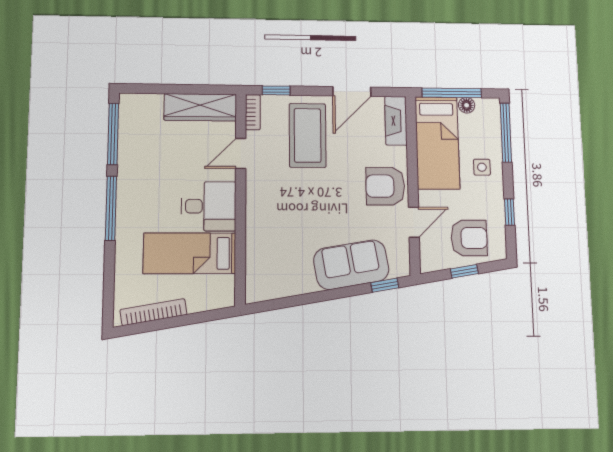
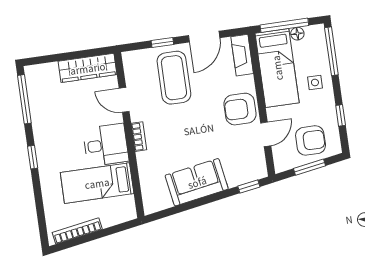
window: (276, 90) -> (162, 43), moved
bookcase: (253, 112) -> (139, 137), moved
door: (241, 153) -> (124, 100), hinge flipped
window: (111, 208) -> (33, 157), width x0.46
sofa: (351, 265) -> (197, 182), moved
window: (464, 271) -> (310, 167), width x1.50

